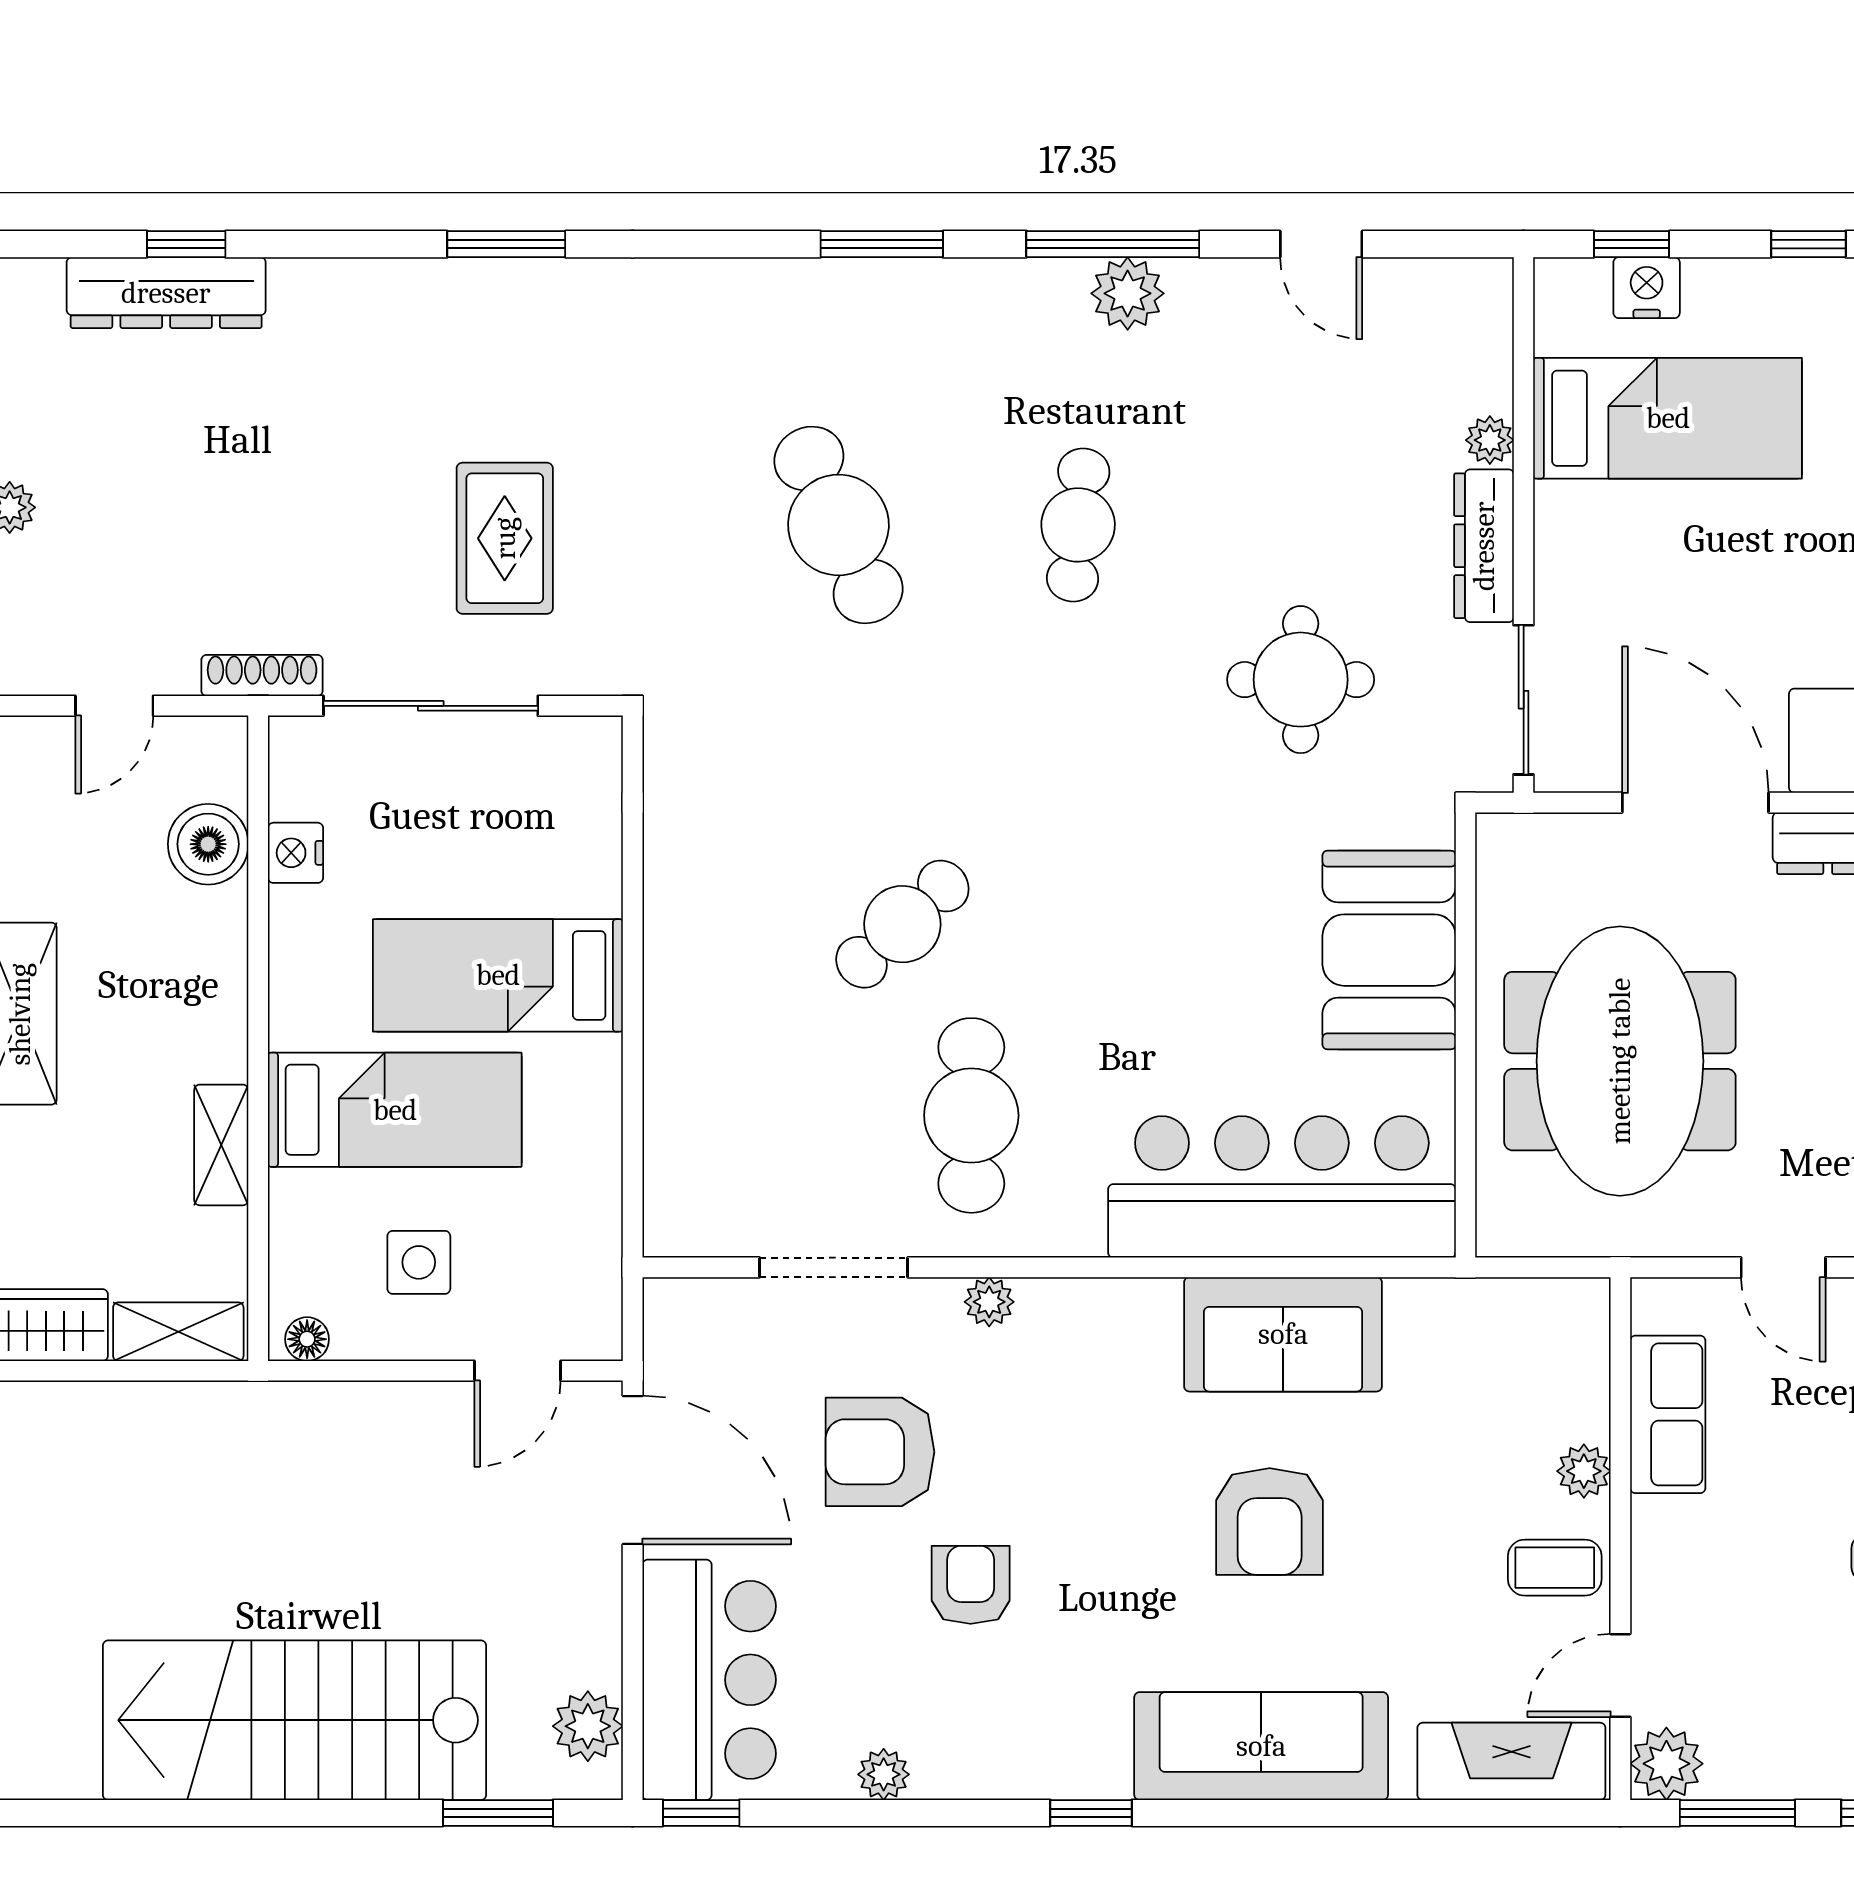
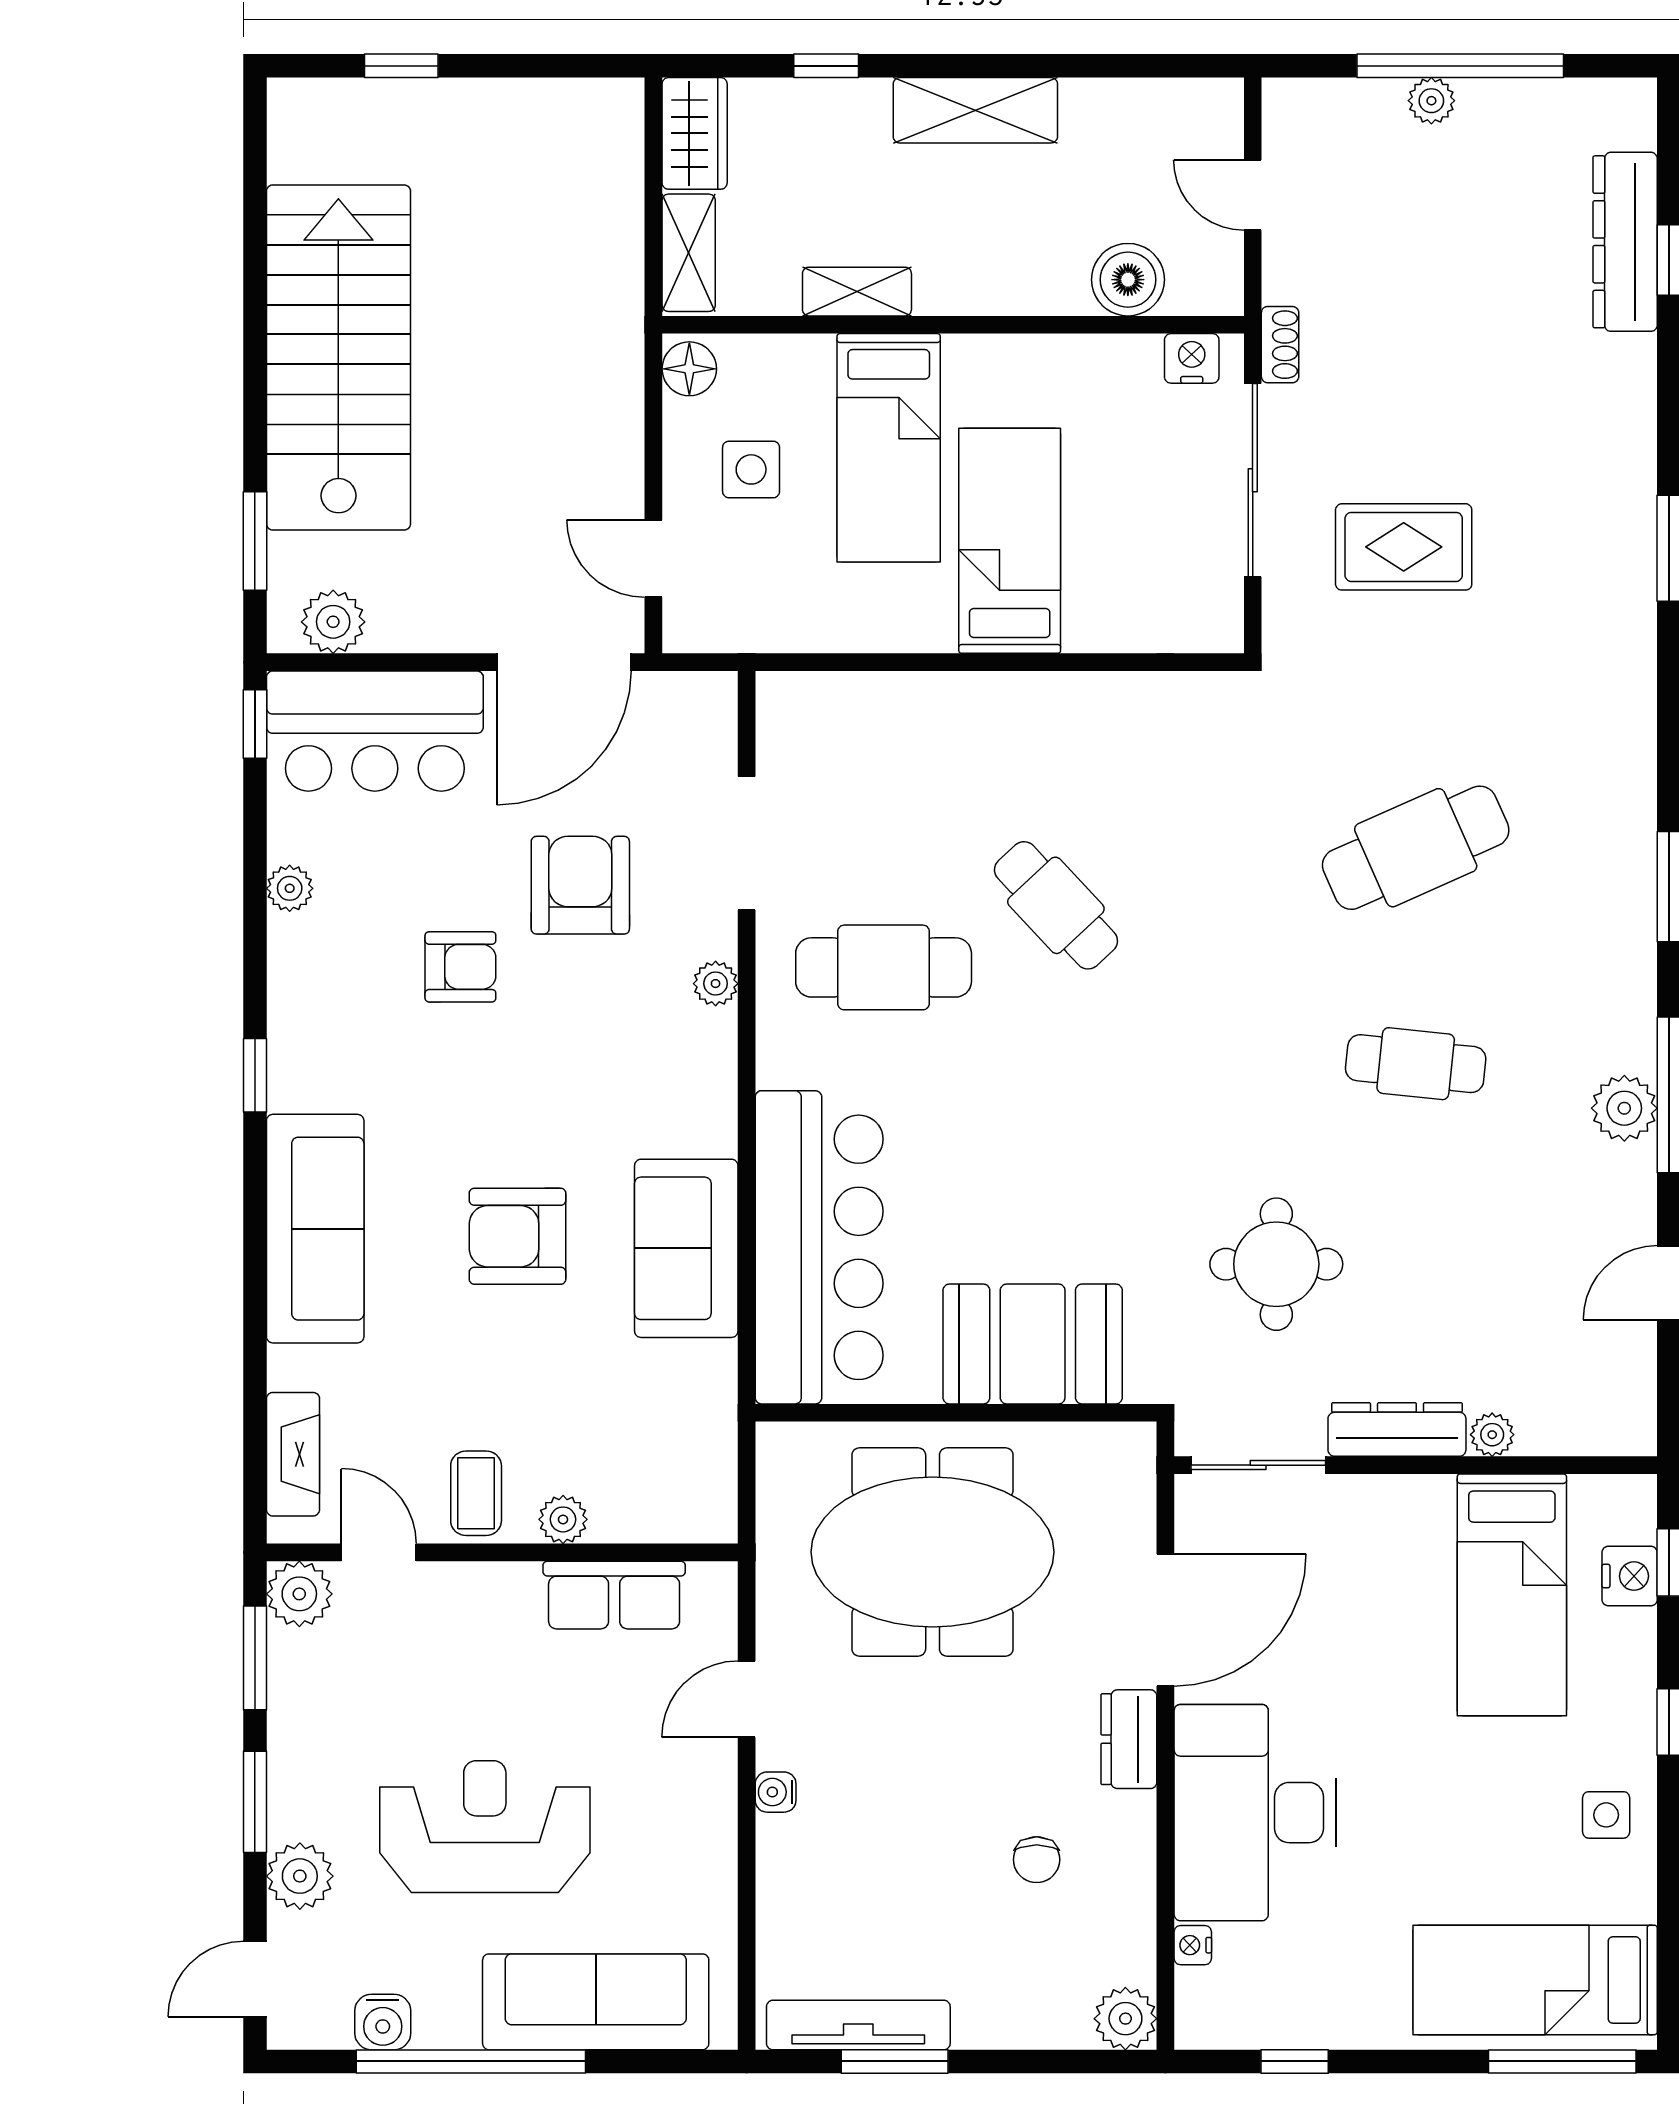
shoe rack: (262, 675) -> (1280, 345), width x0.70
nightstand: (296, 853) -> (1192, 358), moved
floor lamp: (307, 1339) -> (689, 369), width x1.37, depth x1.37
fireplace: (1511, 1761) -> (293, 1454), width x0.73, depth x0.76

